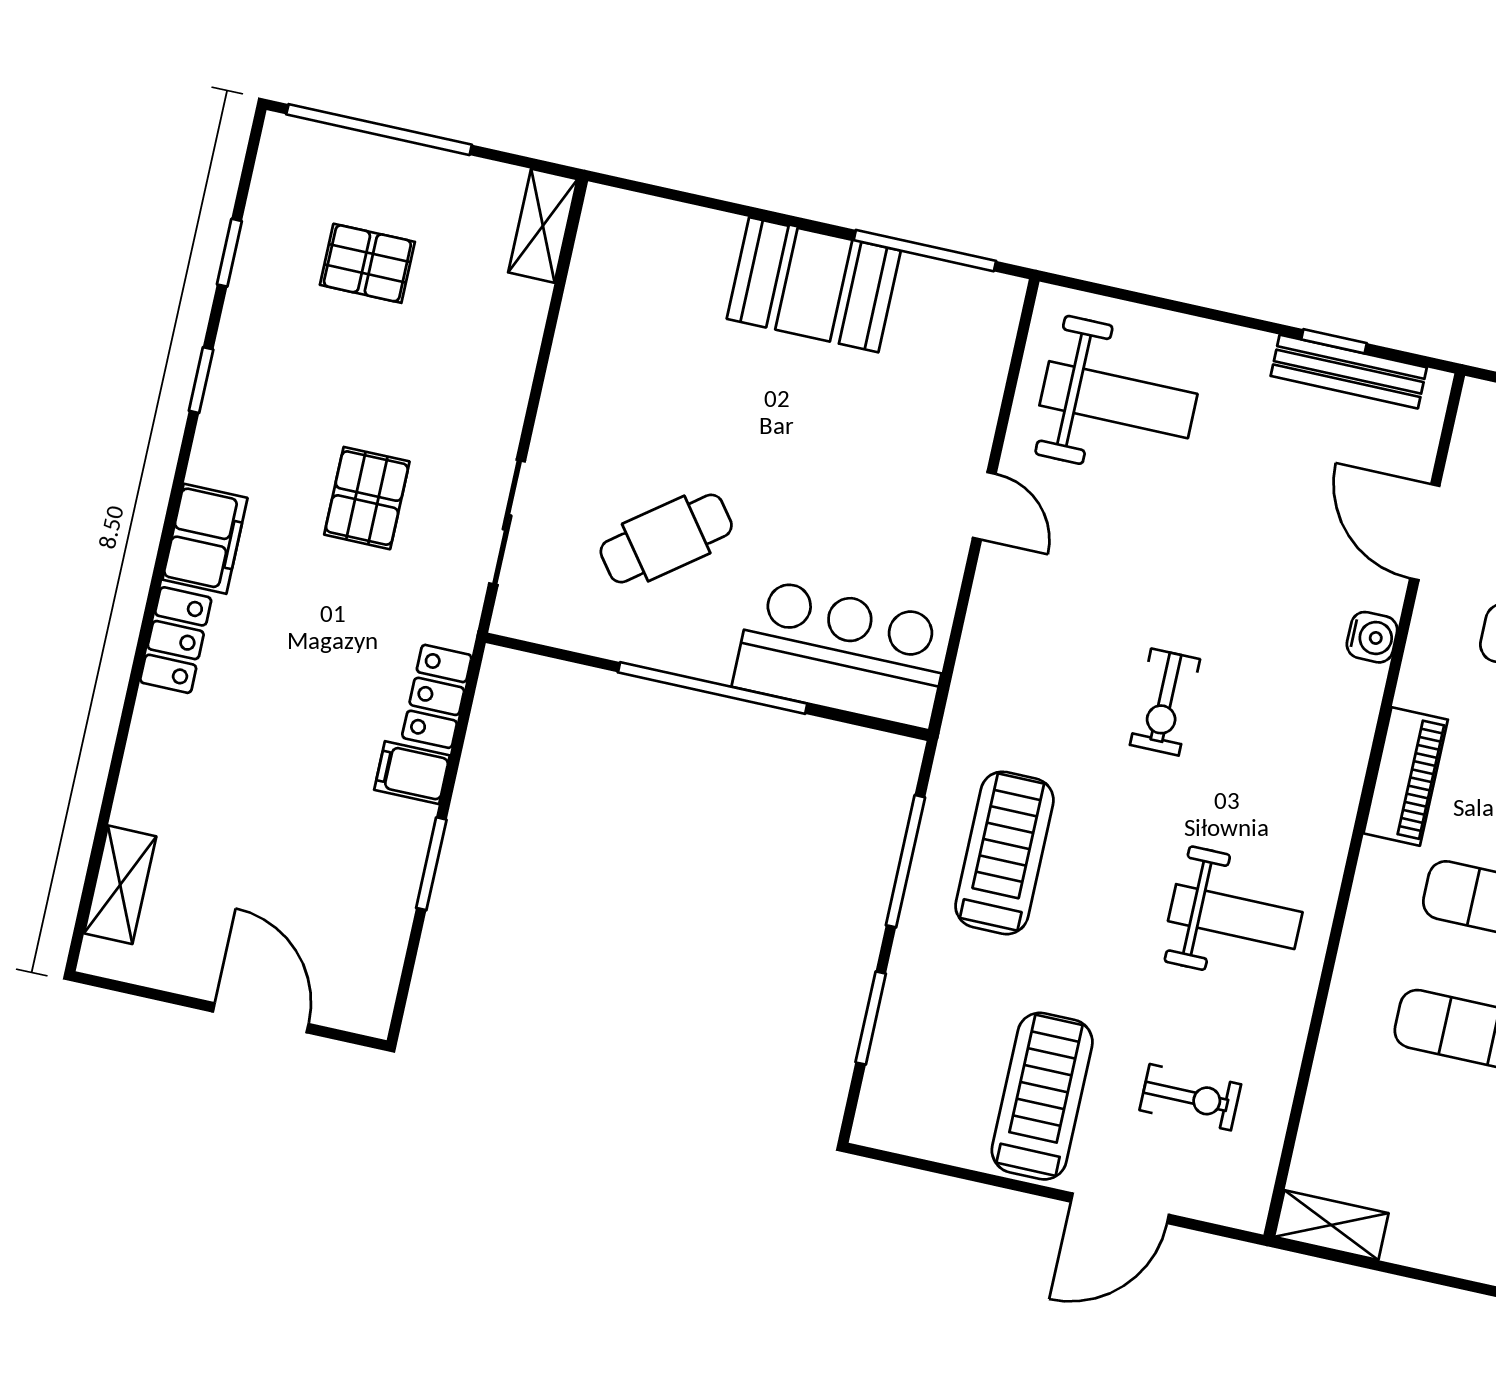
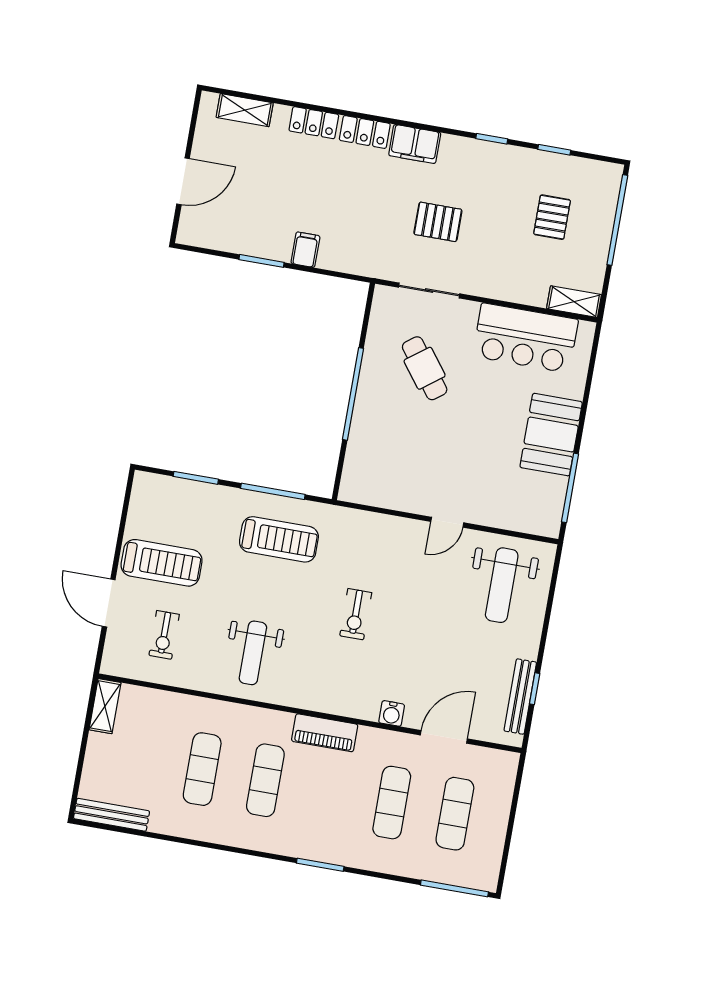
bar counter: (842, 654) -> (525, 338), moved, turned 90
locker: (437, 696) -> (314, 123), moved, turned 180
exercise bike: (1165, 702) -> (356, 614), turned -90

